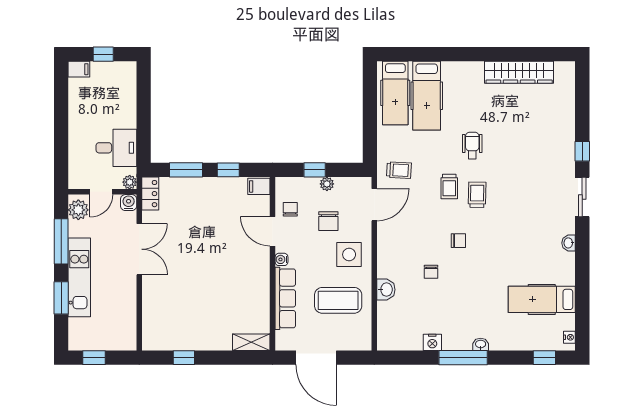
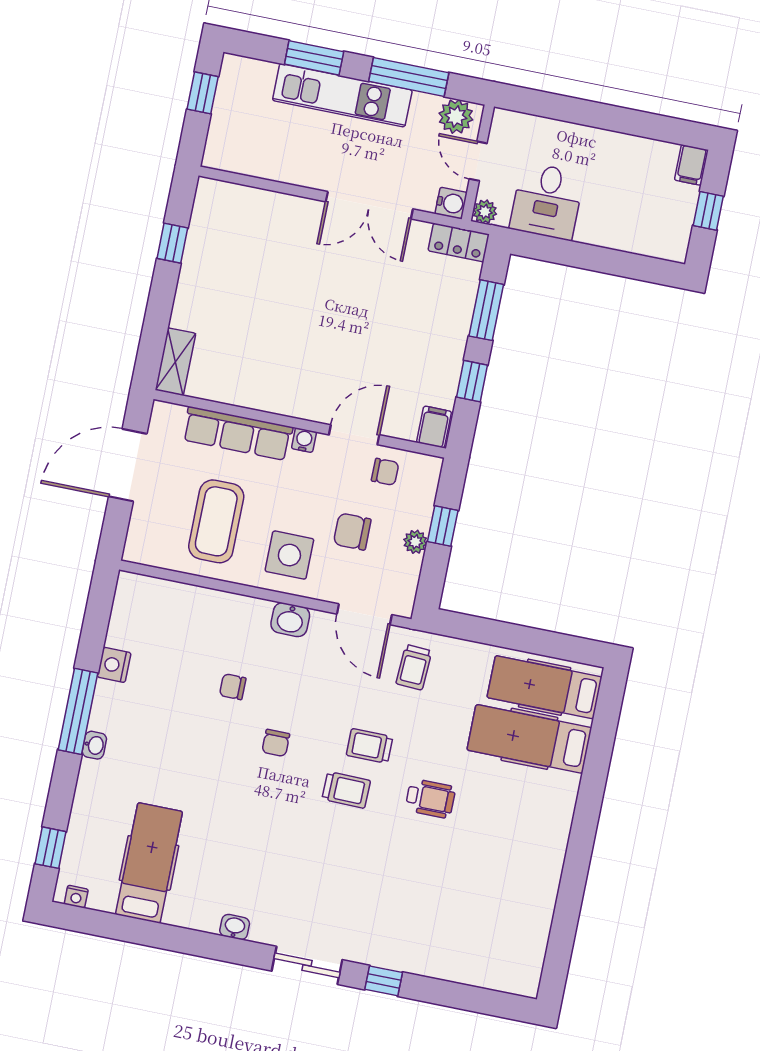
wardrobe: (519, 72) -> (537, 902), removed
washbasin: (386, 290) -> (290, 620), moved

